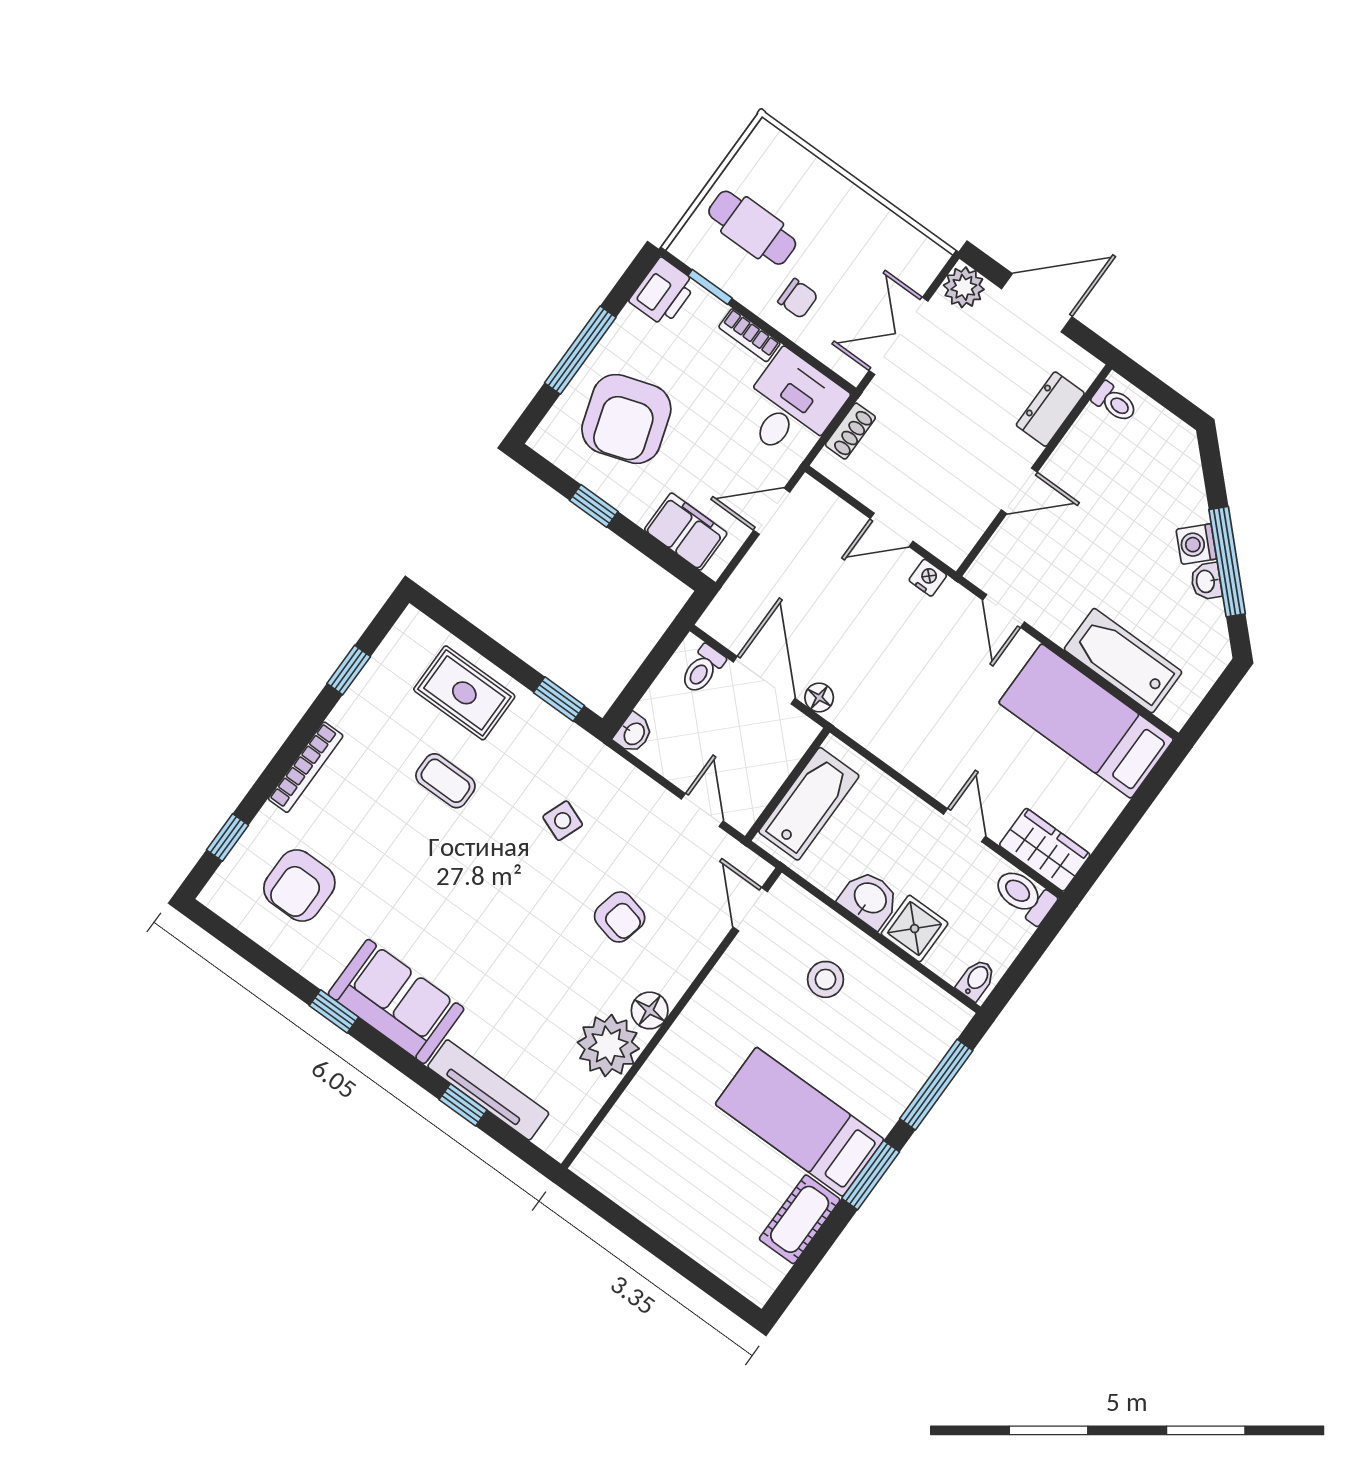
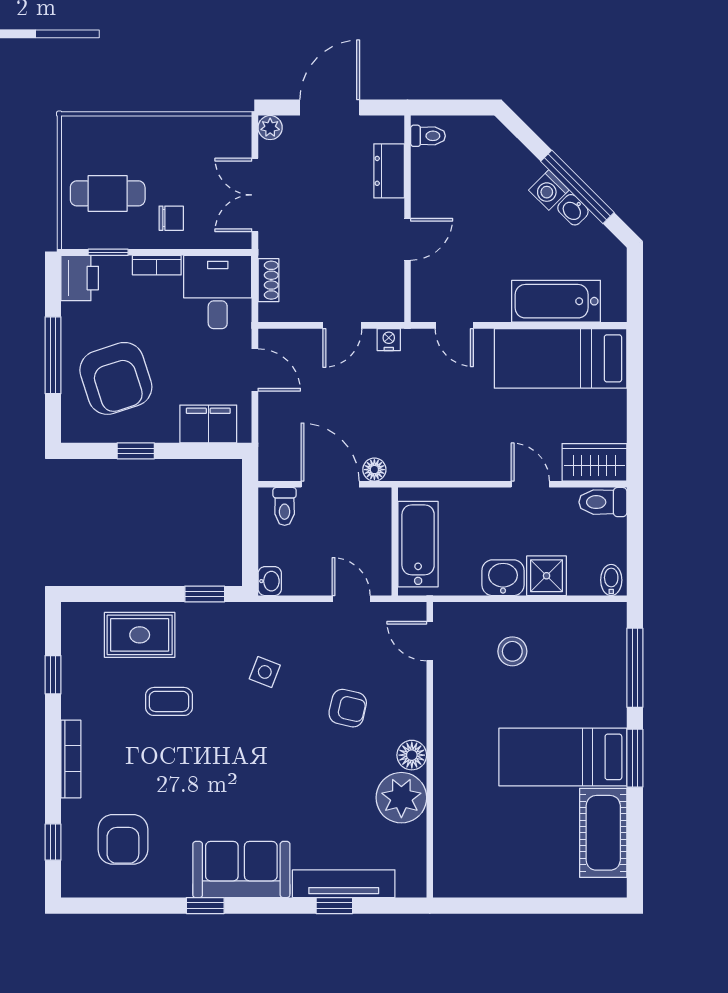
plant: (964, 287) -> (270, 128), width x0.73, depth x0.73
door: (772, 511) -> (255, 370), swing flipped
cot: (800, 1219) -> (603, 833), width x1.37, depth x1.34

